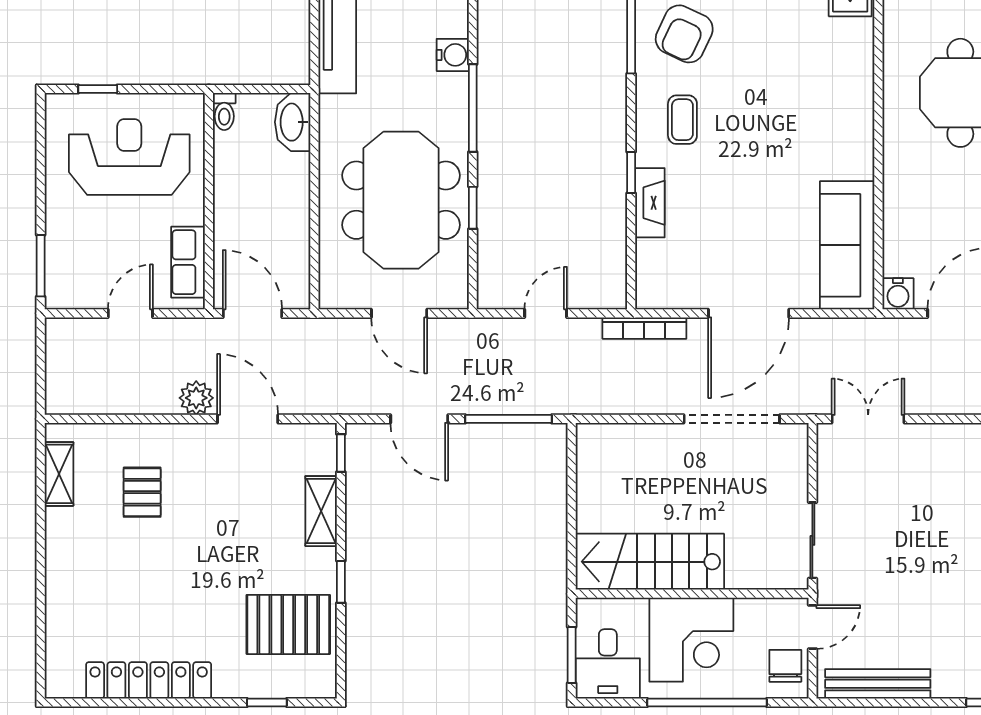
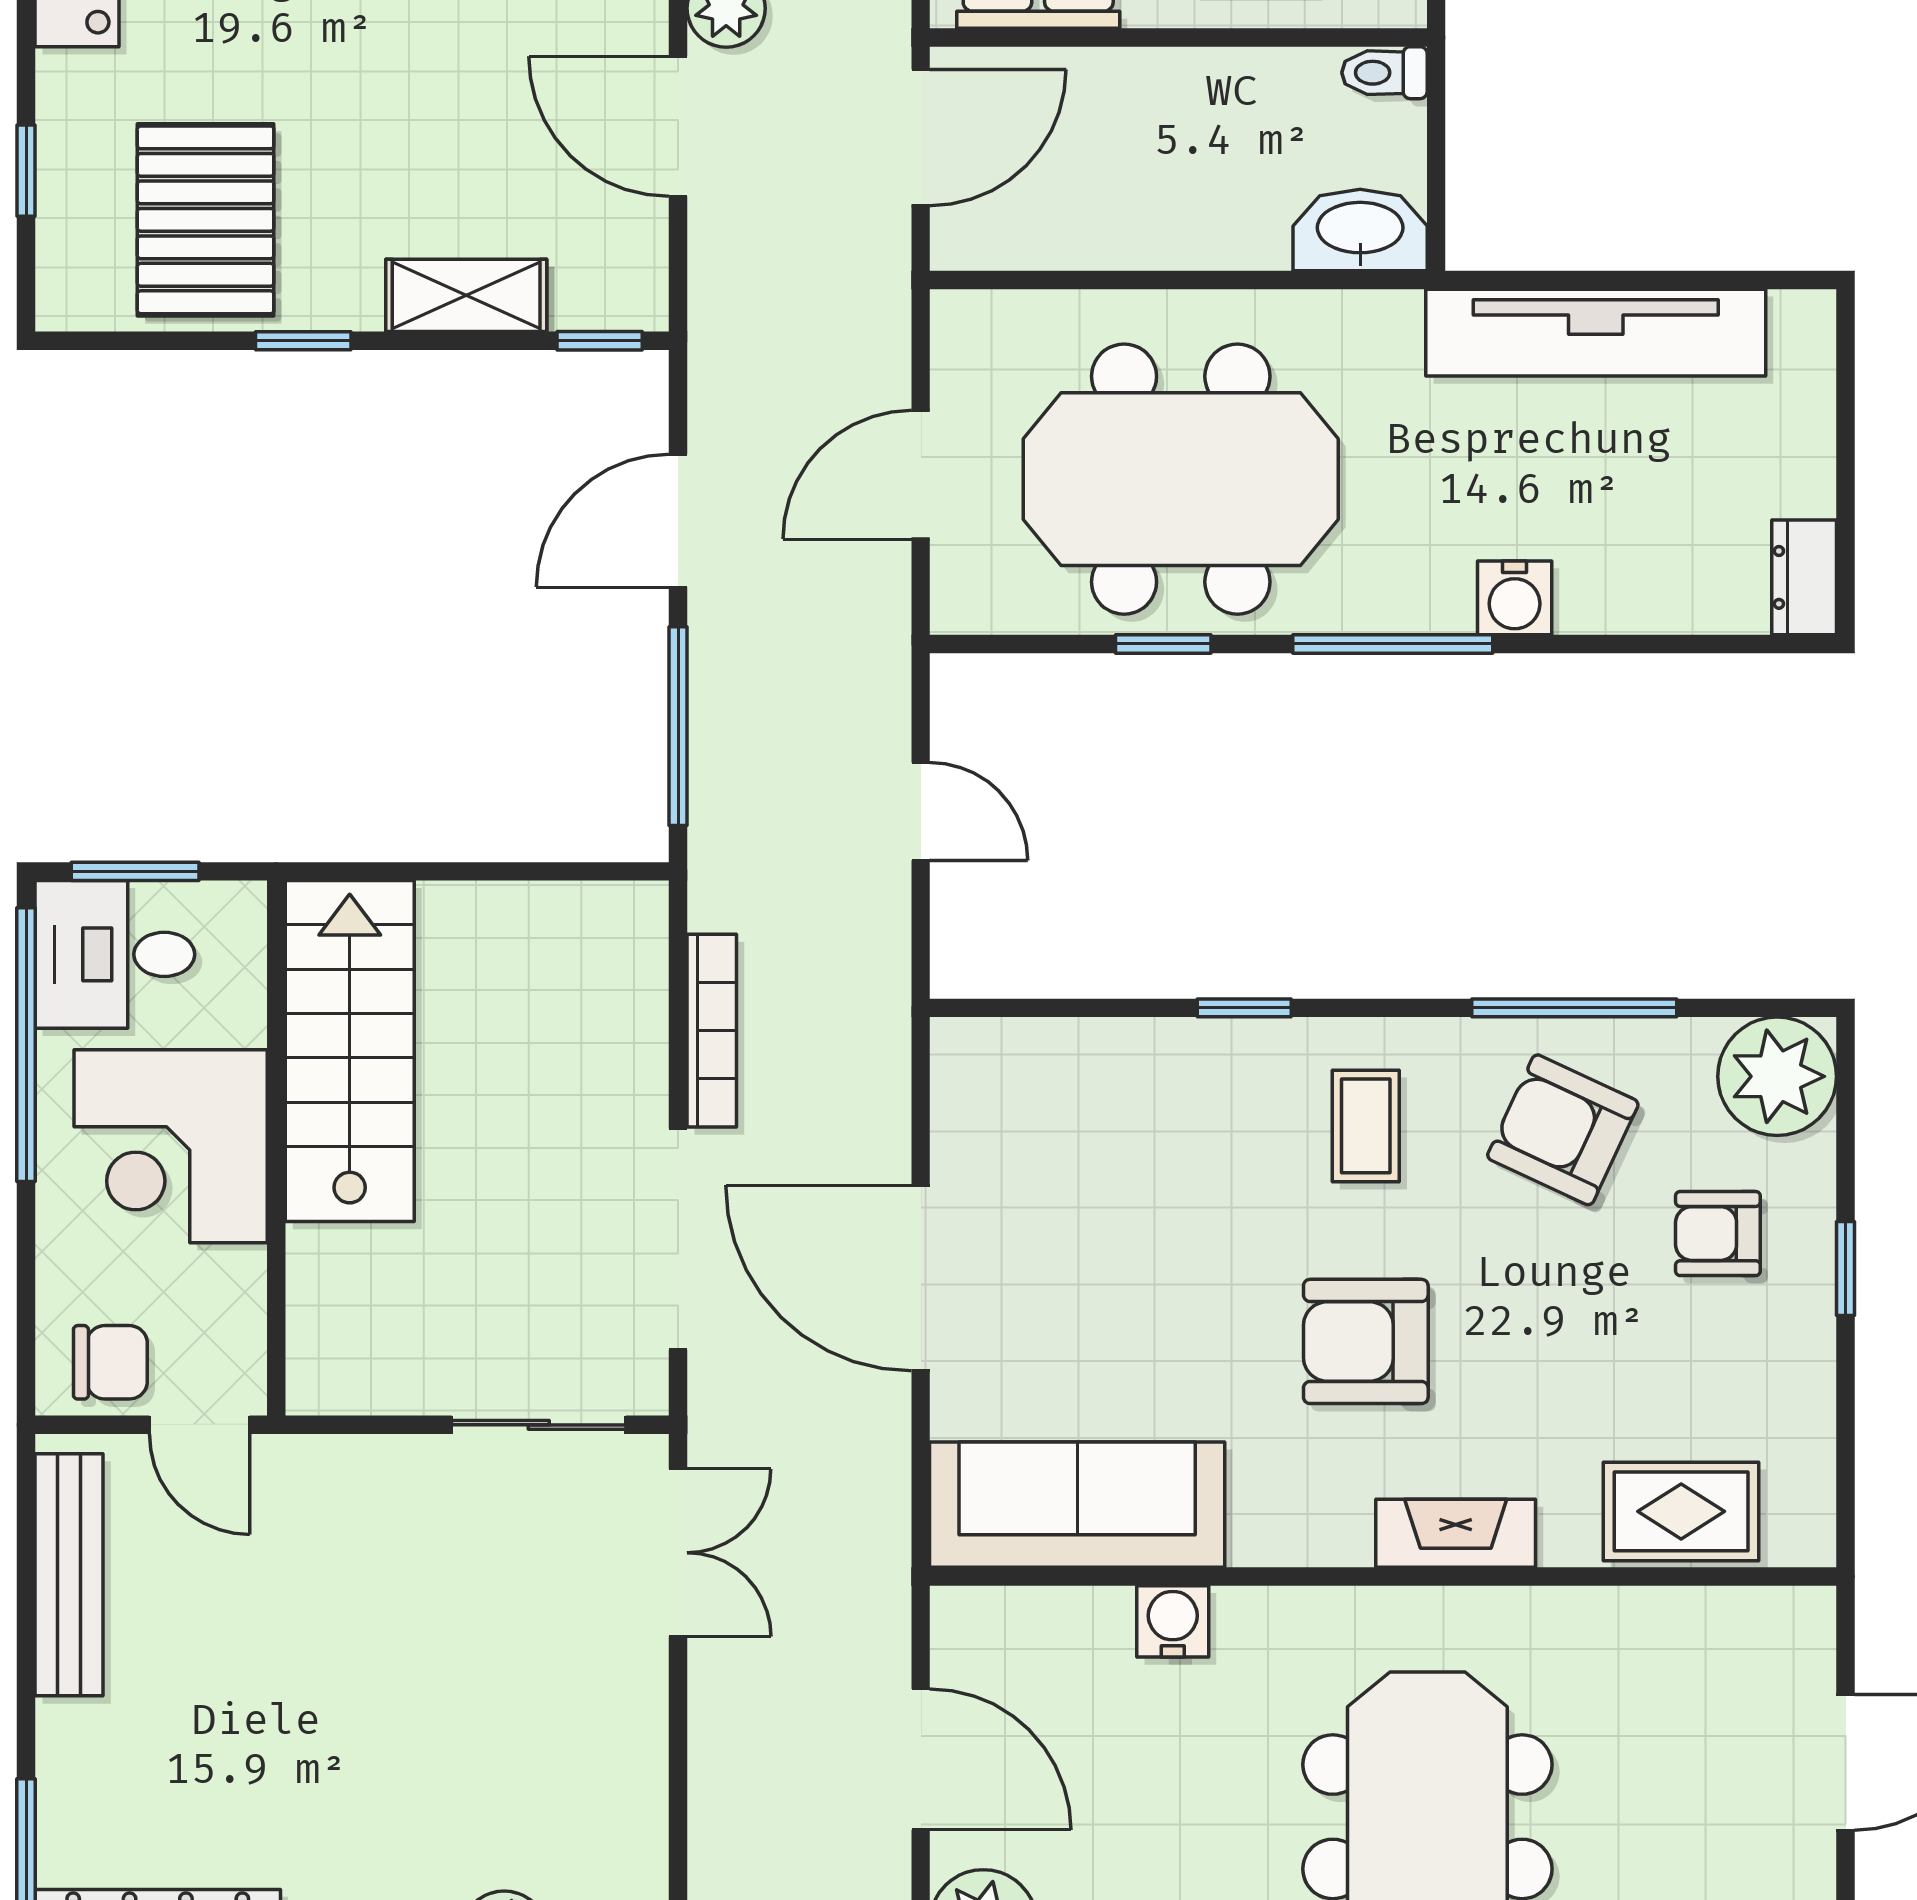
coffee table: (682, 120) -> (1366, 1126), turned 90
armchair: (776, 120) -> (1366, 1341), added
fireplace: (650, 203) -> (1456, 1533), moved, turned 180
water cooler: (898, 294) -> (1173, 1621), moved, turned 90
bookcase: (644, 328) -> (712, 1031), moved, turned 180
door: (248, 419) -> (678, 126), swing flipped
sliding door: (812, 540) -> (539, 1425), moved
window: (707, 703) -> (26, 1045), moved

